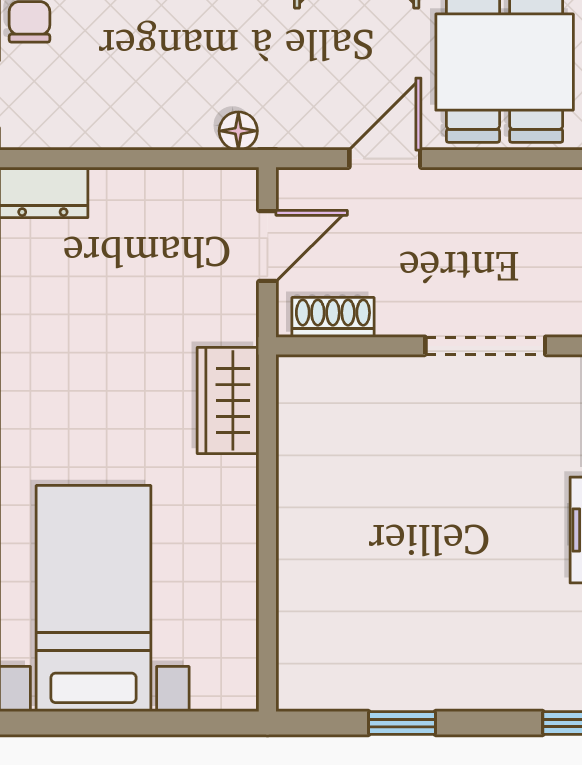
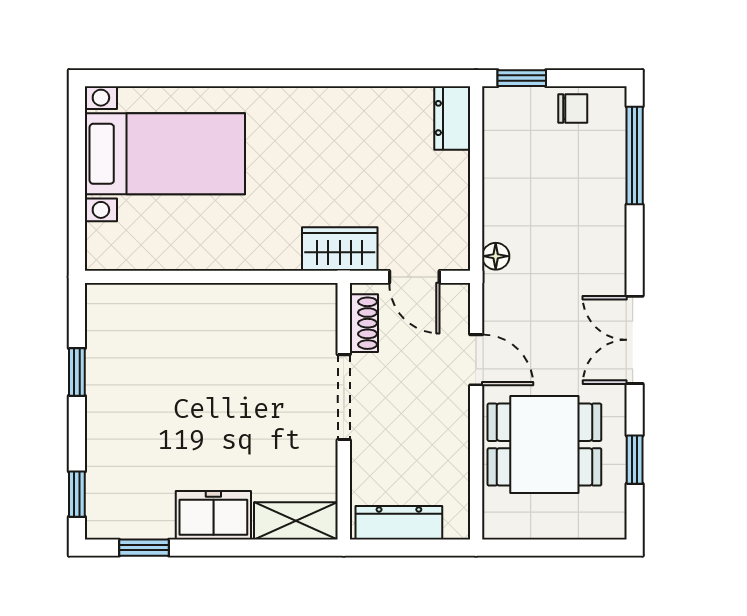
doorway: (485, 346) -> (344, 397), moved
wardrobe: (228, 400) -> (340, 249), moved

